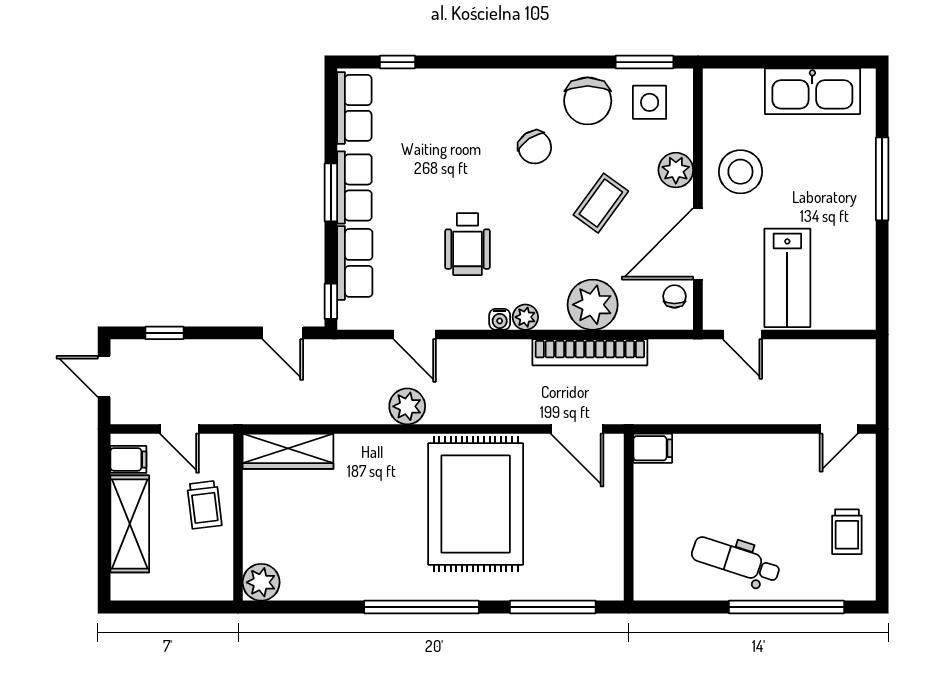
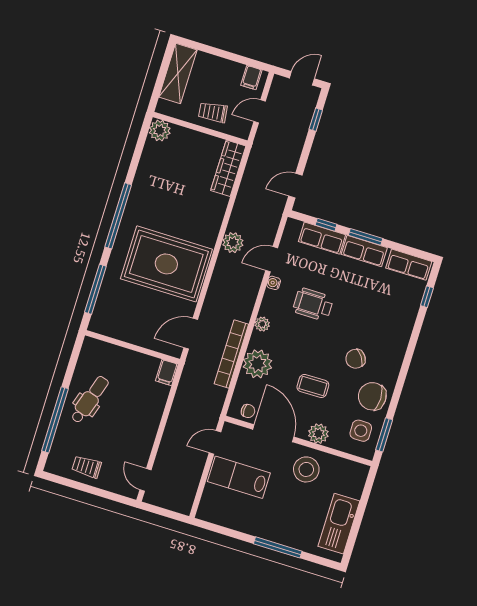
coffee table: (601, 203) -> (313, 386), turned -37
window: (331, 301) -> (326, 225), moved
water cooler: (500, 319) -> (274, 283), moved
shelving: (130, 524) -> (178, 73), moved, turned 90

